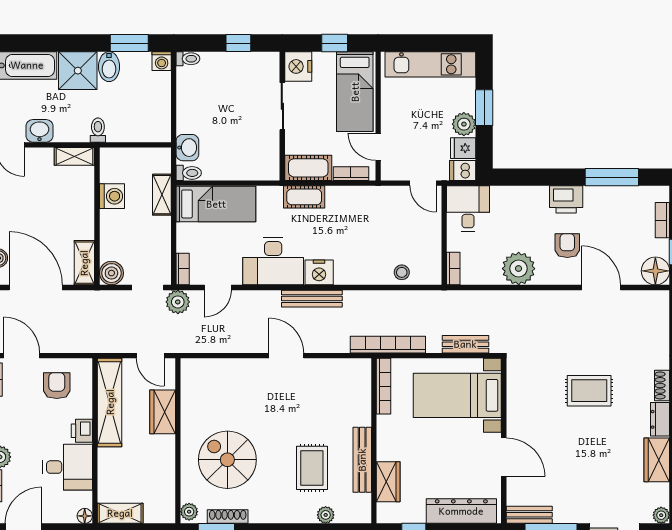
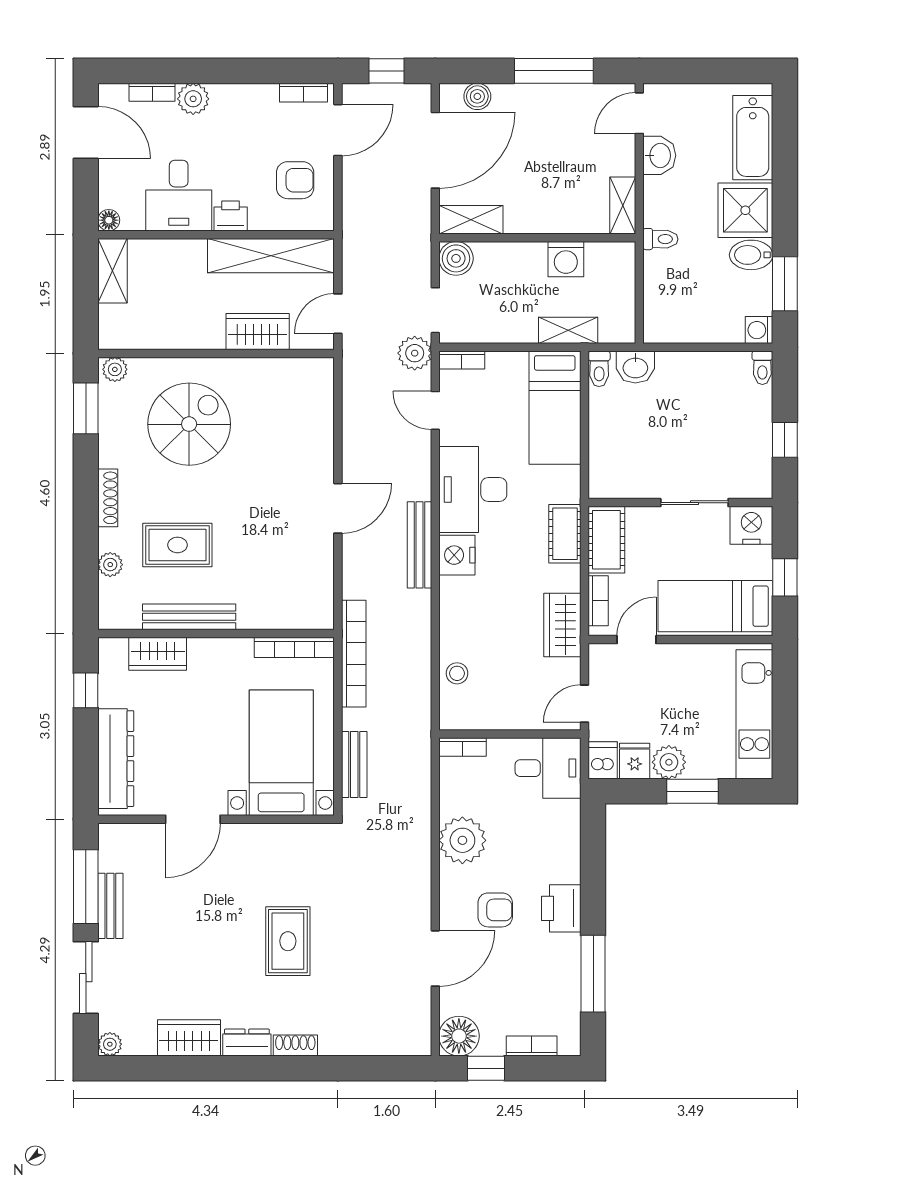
wardrobe: (368, 199) -> (562, 625), added
bench: (529, 515) -> (110, 906), moved
shoe rack: (228, 517) -> (108, 498), moved

